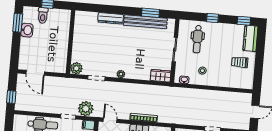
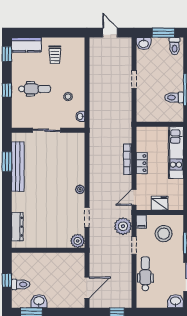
dresser: (111, 18) -> (17, 227), moved
dental chair: (197, 39) -> (34, 89), moved
wardrobe: (161, 76) -> (78, 144), removed

